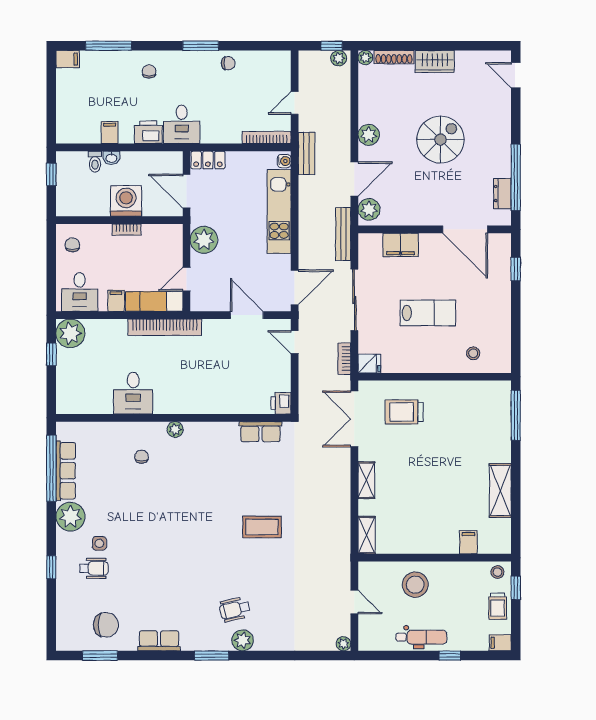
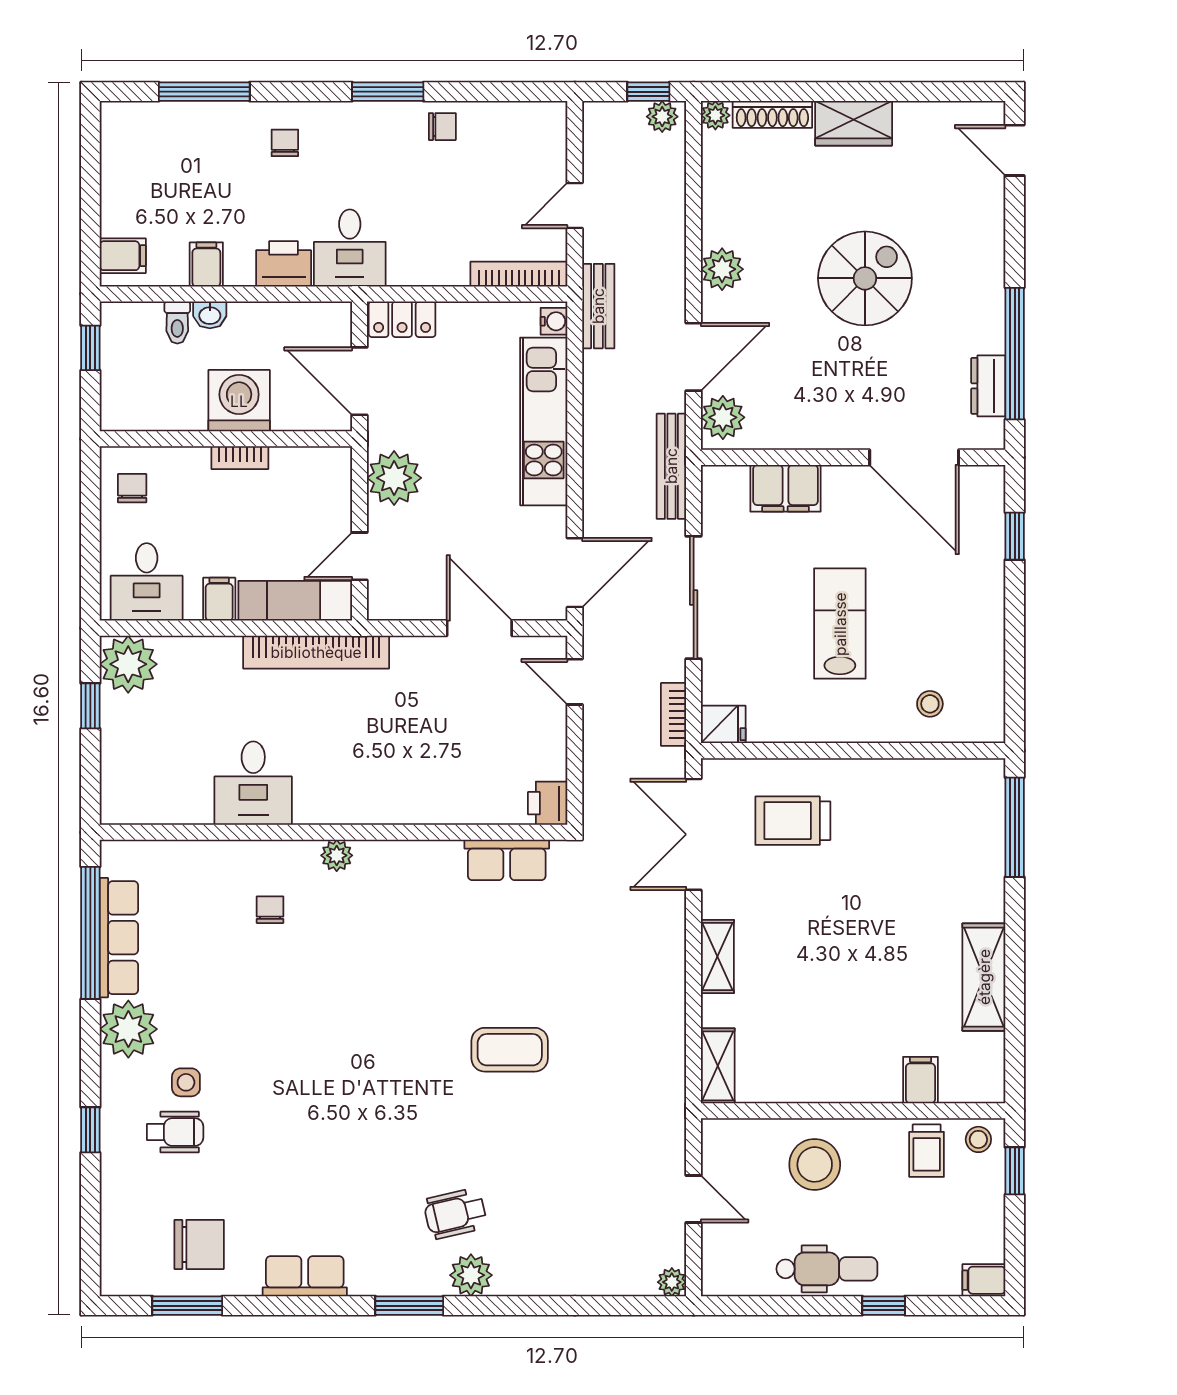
filing cabinet: (68, 59) -> (123, 256), moved
lab bench: (428, 313) -> (840, 624), turned -90
trolley: (498, 606) -> (927, 1151), moved

